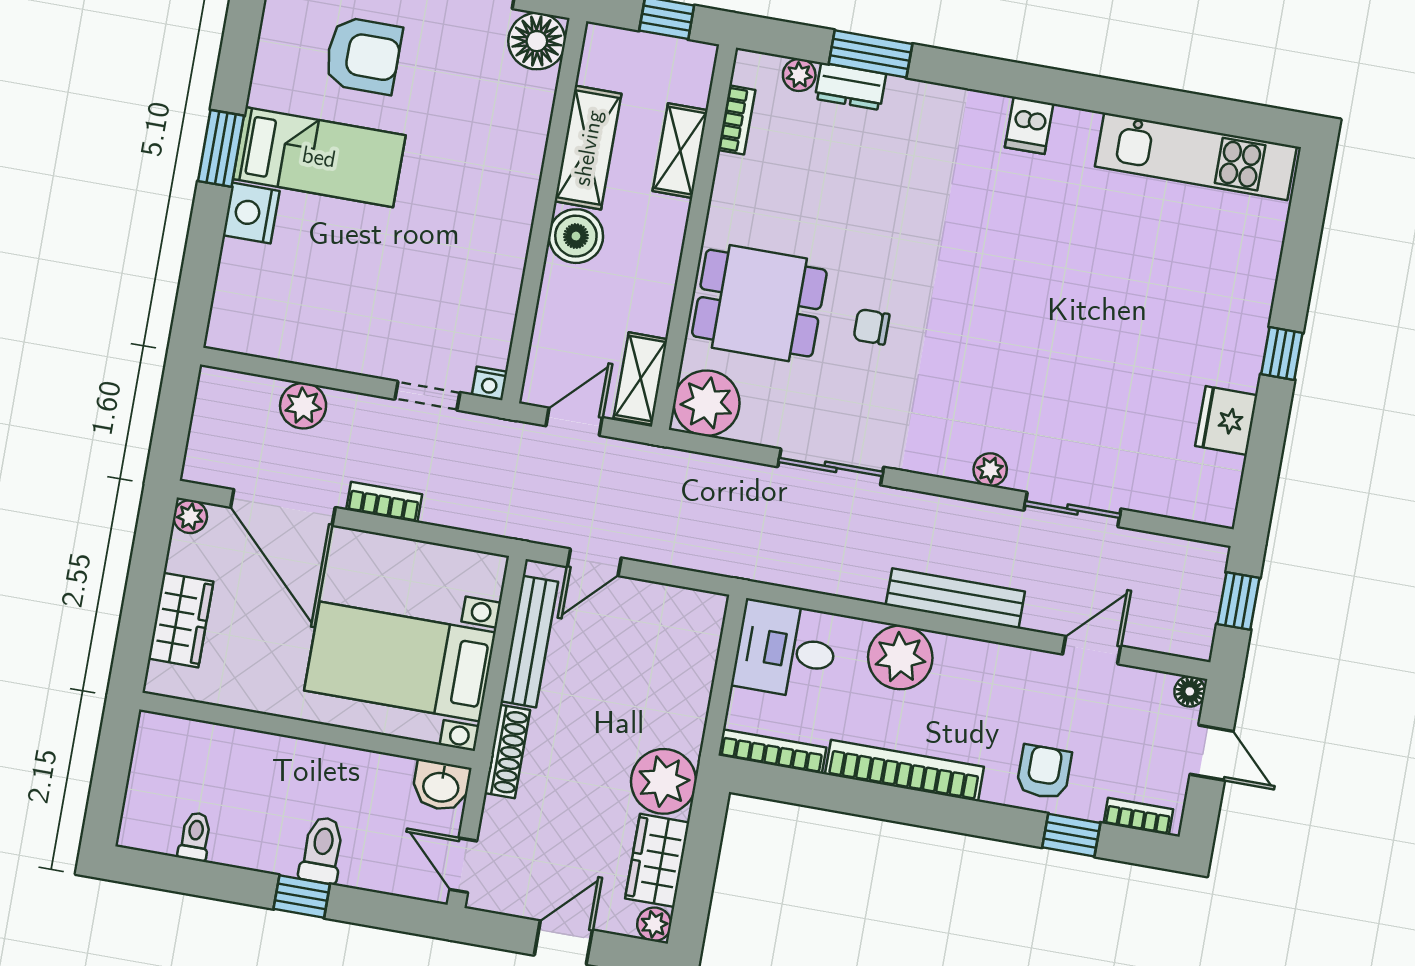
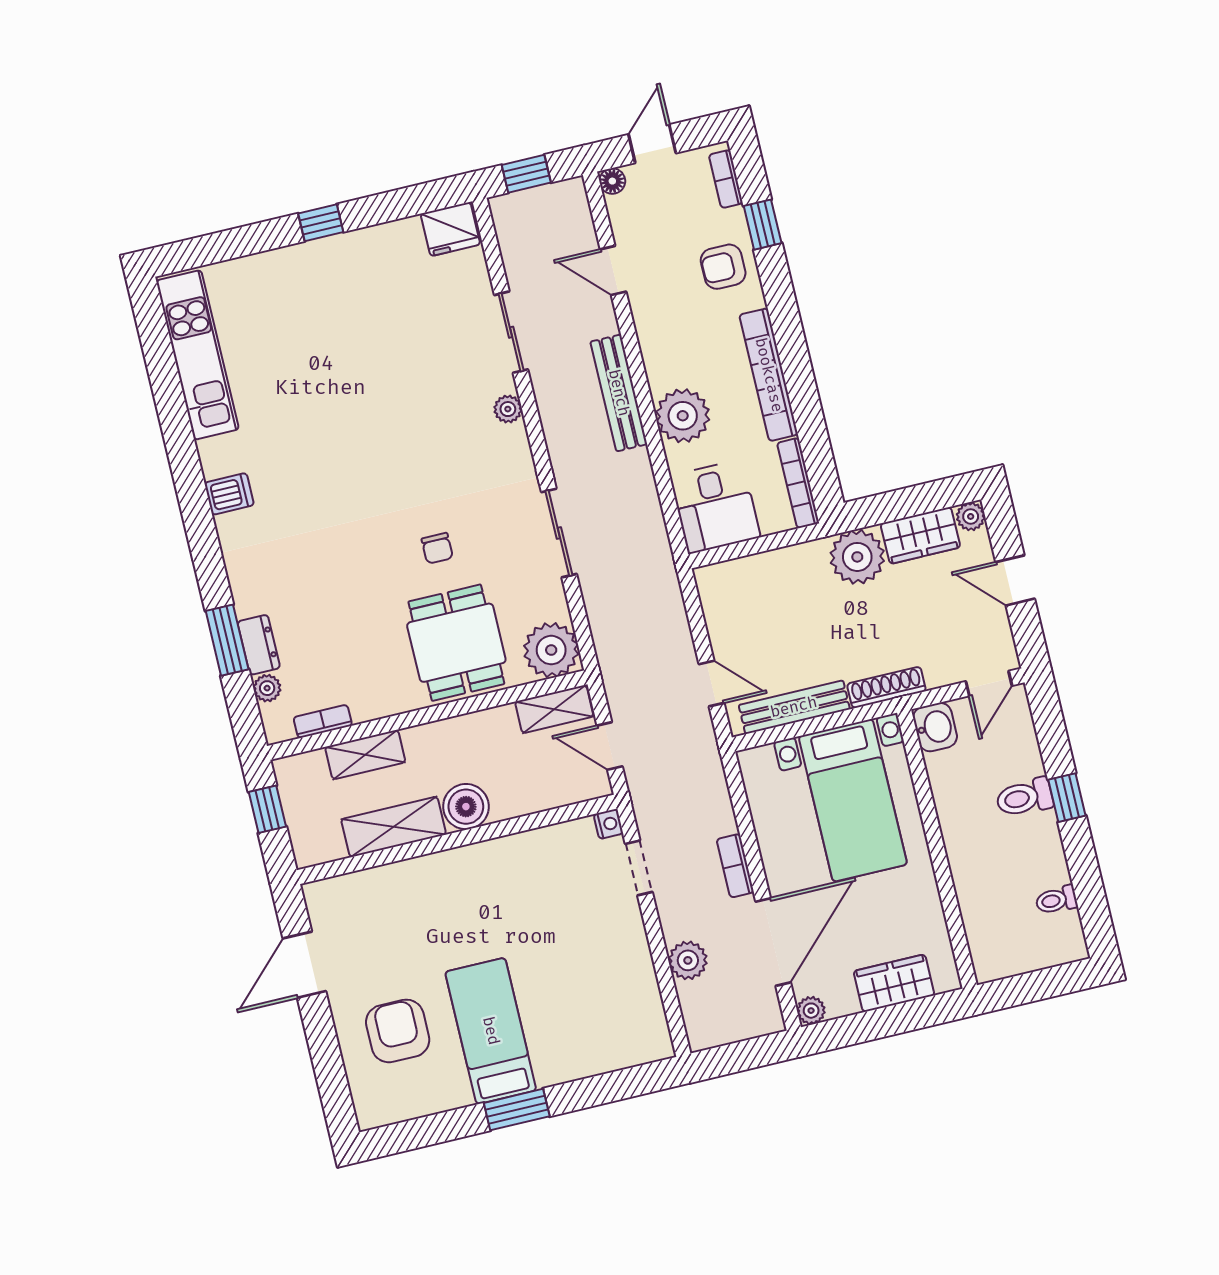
floor lamp: (537, 41) -> (329, 902), removed
nightstand: (251, 213) -> (557, 1065), removed
fridge: (1226, 421) -> (450, 229), moved

